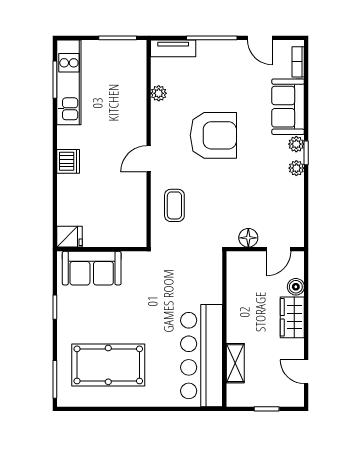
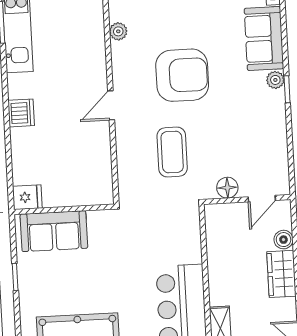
plant: (296, 168) -> (277, 107), removed
coffee table: (174, 205) -> (172, 152), moved, width x1.36, depth x1.30

